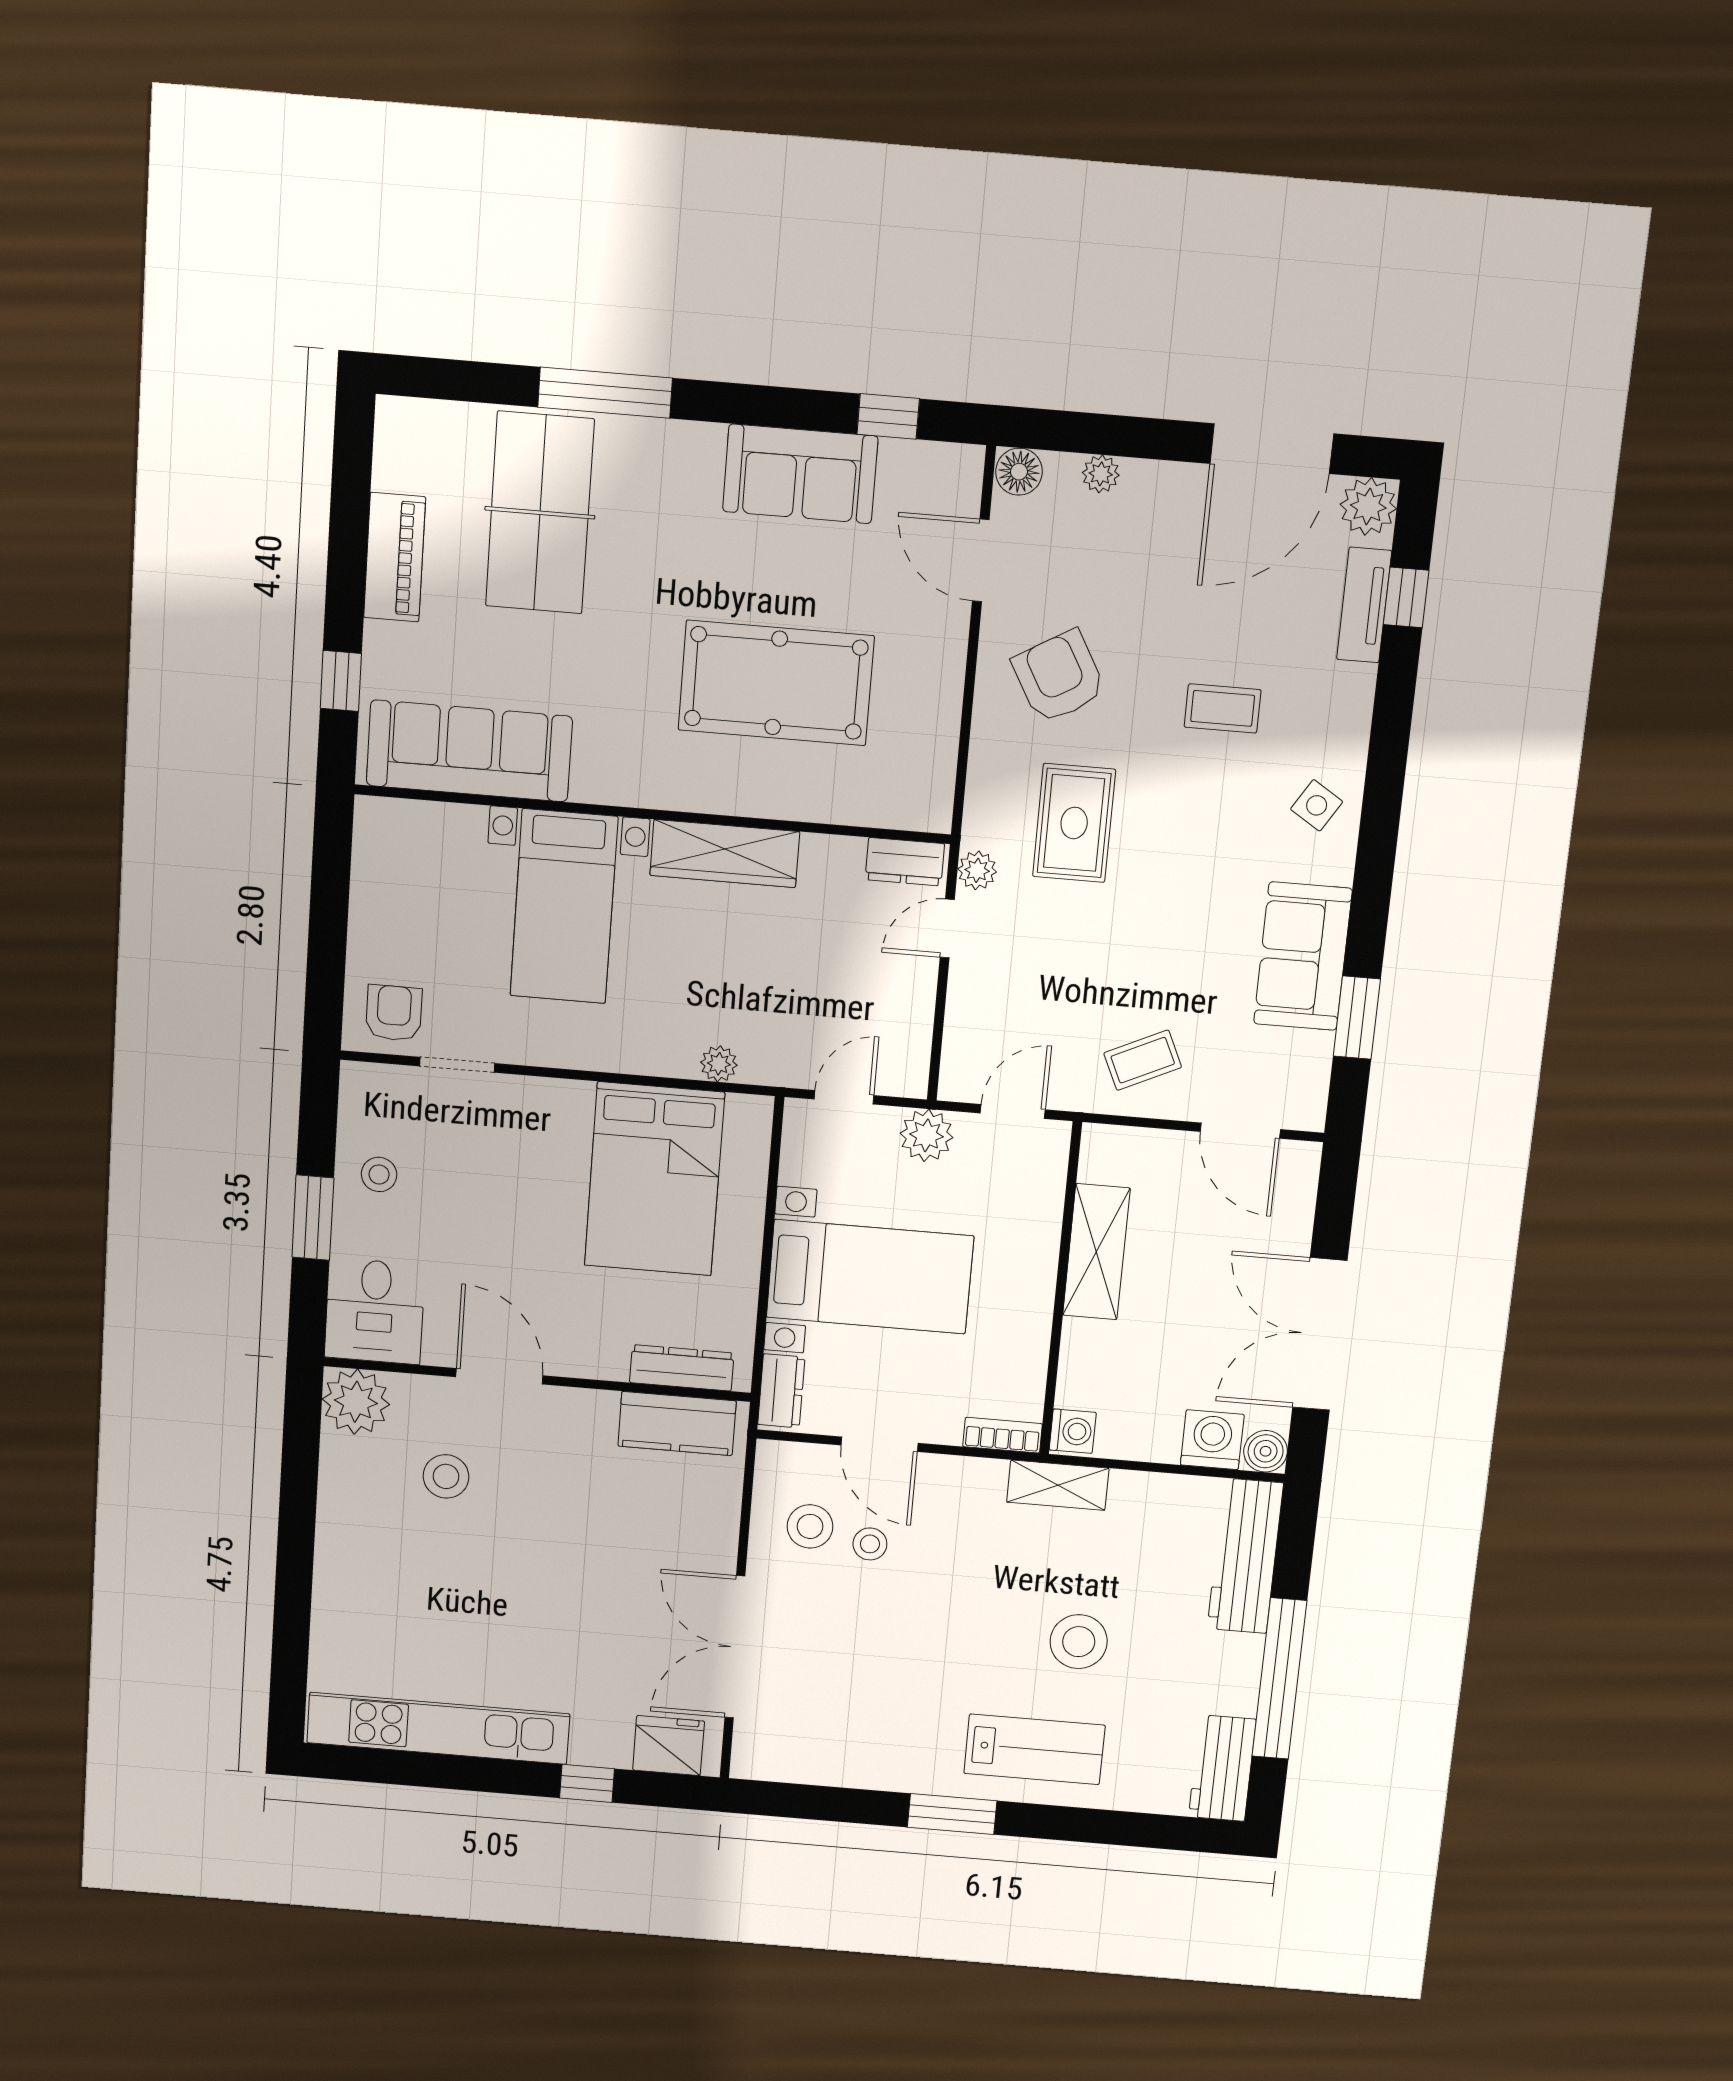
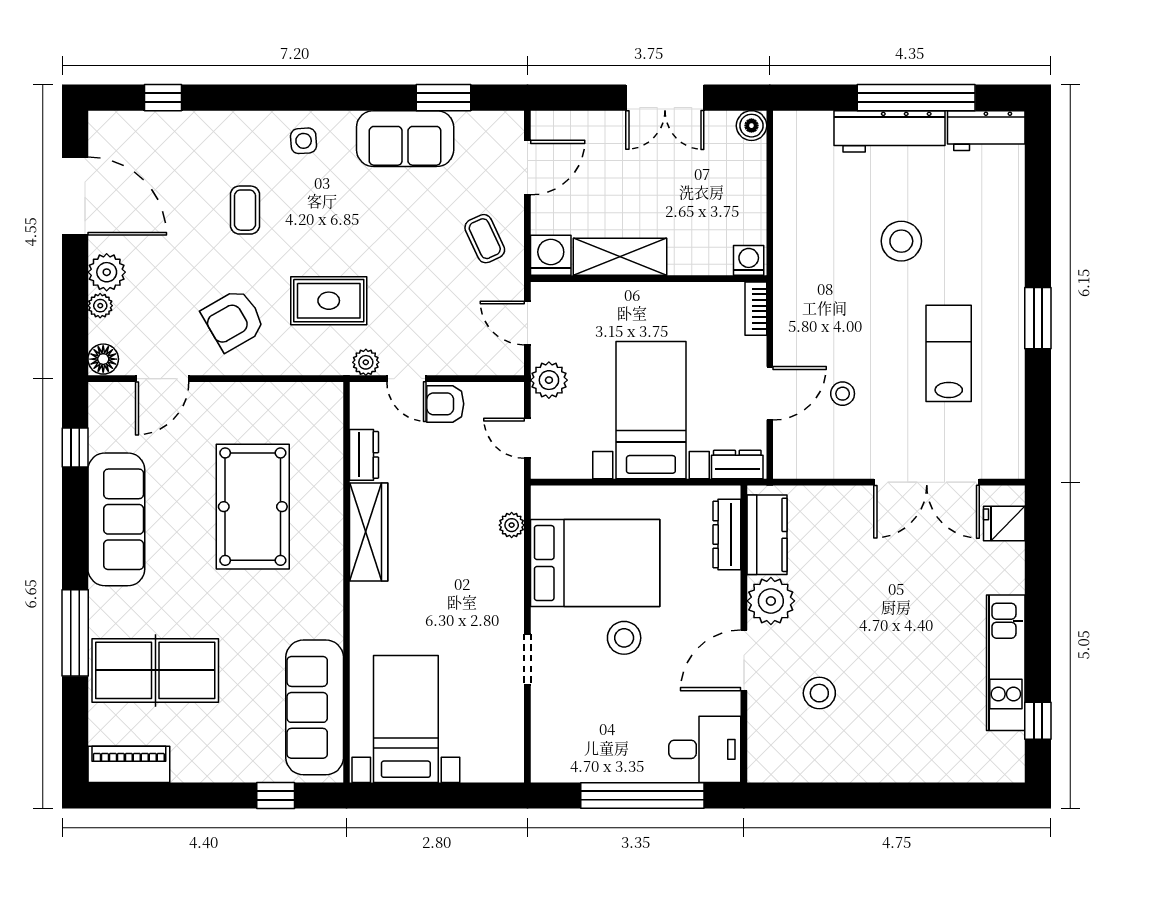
sofa: (800, 474) -> (116, 519), width x1.36
plant: (1368, 506) -> (107, 272), moved
piano: (395, 557) -> (129, 764), moved
tv unit: (1364, 605) -> (170, 125), removed
side table: (1317, 805) -> (304, 141), turned -36
dresser: (905, 862) -> (364, 455), moved
bed with nightstands: (564, 906) -> (406, 719), moved, turned -90
armchair: (394, 1013) -> (445, 404), moved
doorway: (457, 1065) -> (527, 659), moved
stool: (379, 1174) -> (624, 638), moved, width x1.37, depth x1.37
window: (313, 1218) -> (642, 795), width x2.11
double door: (1320, 1334) -> (665, 98), width x0.73
plant: (356, 1402) -> (771, 601), moved
washing machine: (1212, 1440) -> (551, 255), moved, turned 90
shelving: (1058, 1485) -> (788, 267), removed
stool: (810, 1526) -> (833, 437), removed
workbench: (1245, 1556) -> (890, 131), moved
kitchen unit: (438, 1728) -> (1006, 663), width x0.73
fridge: (669, 1746) -> (1004, 523), width x0.72
lab bench: (1034, 1749) -> (949, 353), moved
window: (587, 1783) -> (1038, 721), moved

